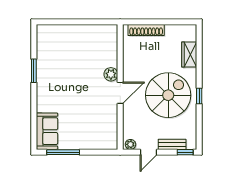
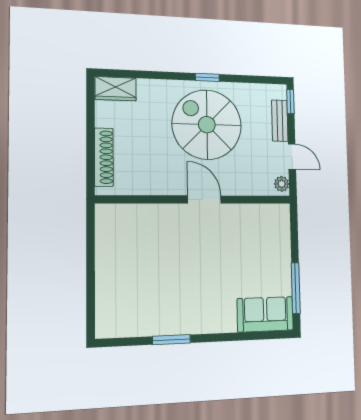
wardrobe: (189, 55) -> (116, 89), moved
plant: (111, 74) -> (176, 214), removed

